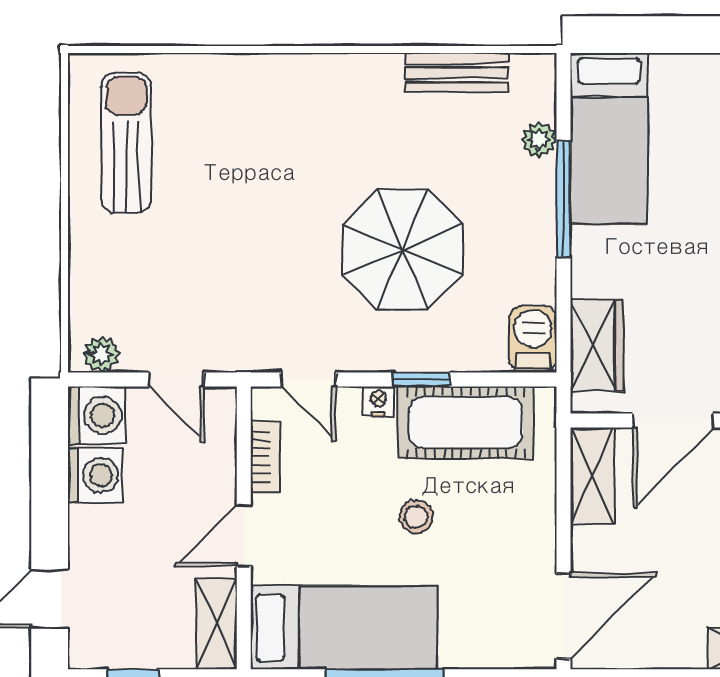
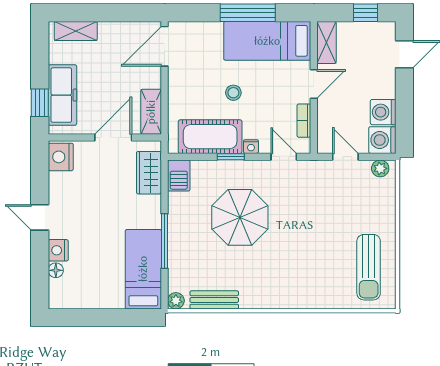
plant: (539, 140) -> (176, 301), moved

